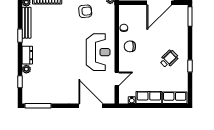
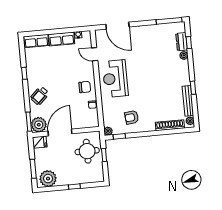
plant: (180, 13) -> (39, 125), added
dresser: (27, 55) -> (182, 42), moved
wheelchair: (169, 59) -> (40, 96), moved
door: (117, 79) -> (95, 54), hinge flipped

